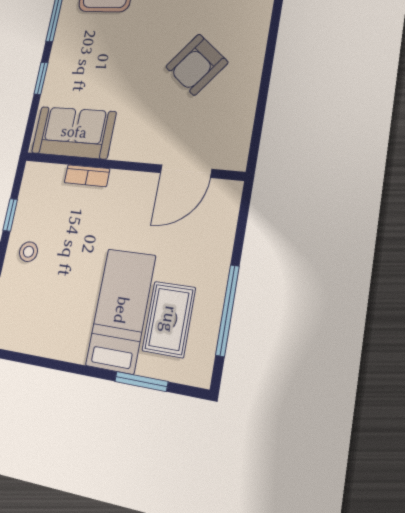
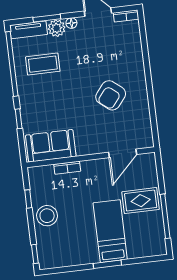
stool: (28, 252) -> (47, 216), width x1.89, depth x1.89
rug: (169, 319) -> (141, 201), moved, turned 90
window: (141, 381) -> (107, 264), moved

